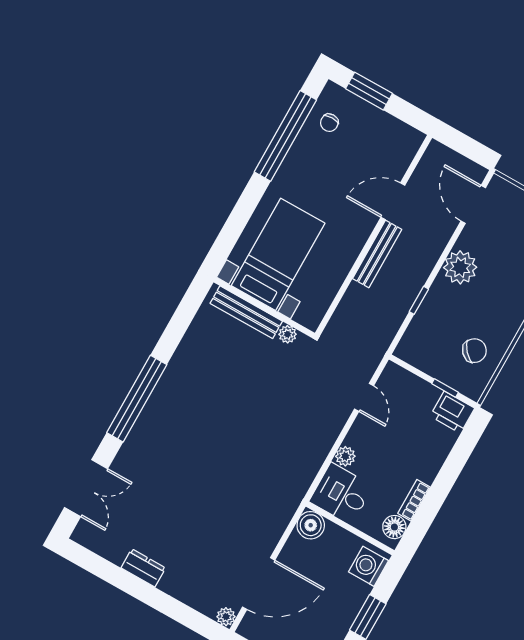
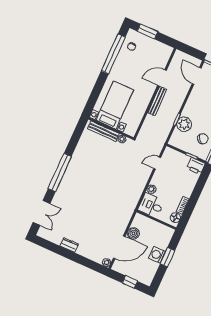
plant: (460, 267) -> (184, 124), moved
door: (364, 397) -> (157, 163), swing flipped
boiler: (311, 525) -> (133, 233), moved
washing machine: (368, 566) -> (157, 255), moved

